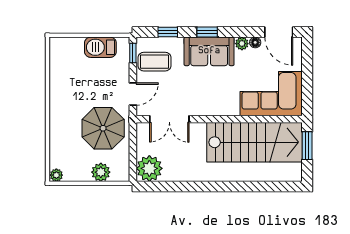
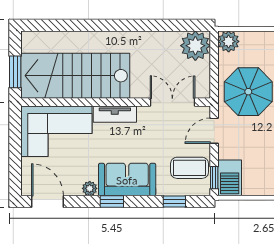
window: (207, 32) -> (112, 202), moved
floor lamp: (255, 42) -> (74, 190), removed
barbecue: (100, 47) -> (230, 178), moved, turned 90
tv unit: (220, 109) -> (115, 114), added
plant: (101, 172) -> (229, 41), moved

